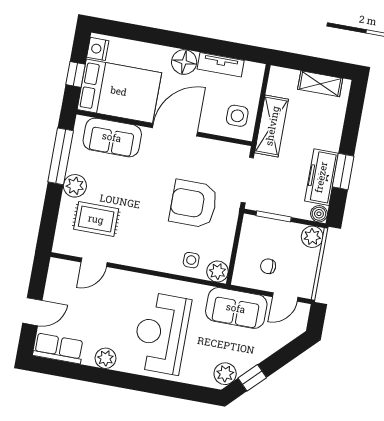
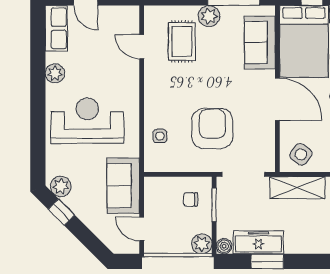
side table: (237, 116) -> (301, 154), turned 36
chair: (268, 266) -> (191, 199), moved, turned -90
plant: (217, 271) -> (154, 162), removed

